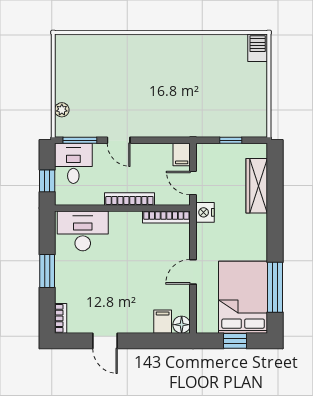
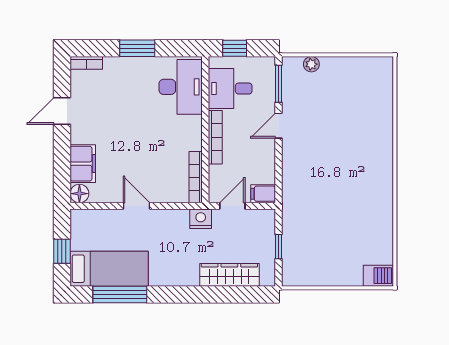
desk: (73, 163) -> (230, 89), moved, turned 180
bed: (243, 297) -> (109, 269), width x0.67
filing cabinet: (163, 322) -> (83, 164), width x2.00

